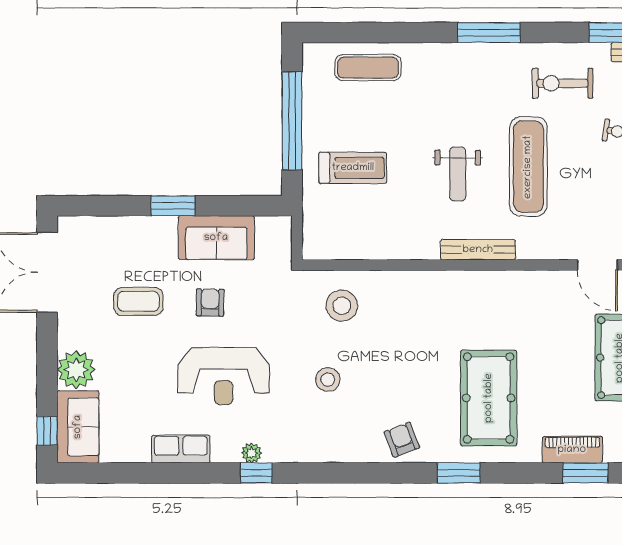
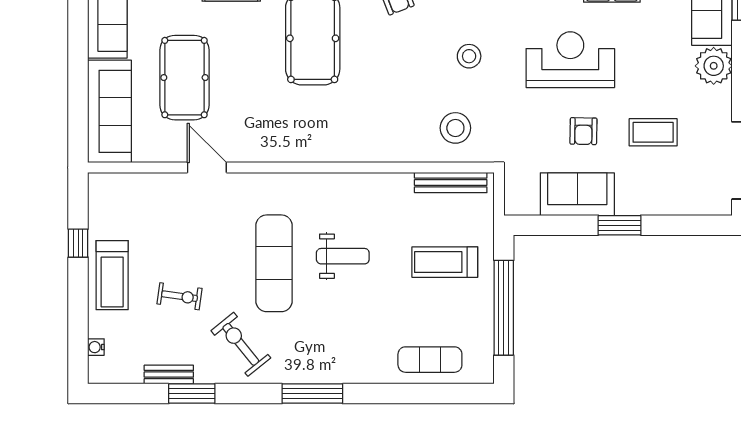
exercise bike: (563, 83) -> (241, 344), turned -129
weight bench: (458, 174) -> (343, 256), turned 90
bench: (478, 250) -> (451, 182), moved

